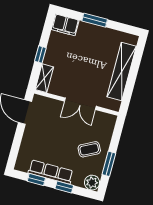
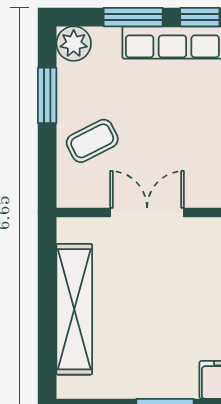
coffee table: (89, 149) -> (92, 141), moved
window: (64, 187) -> (133, 17), width x1.50

